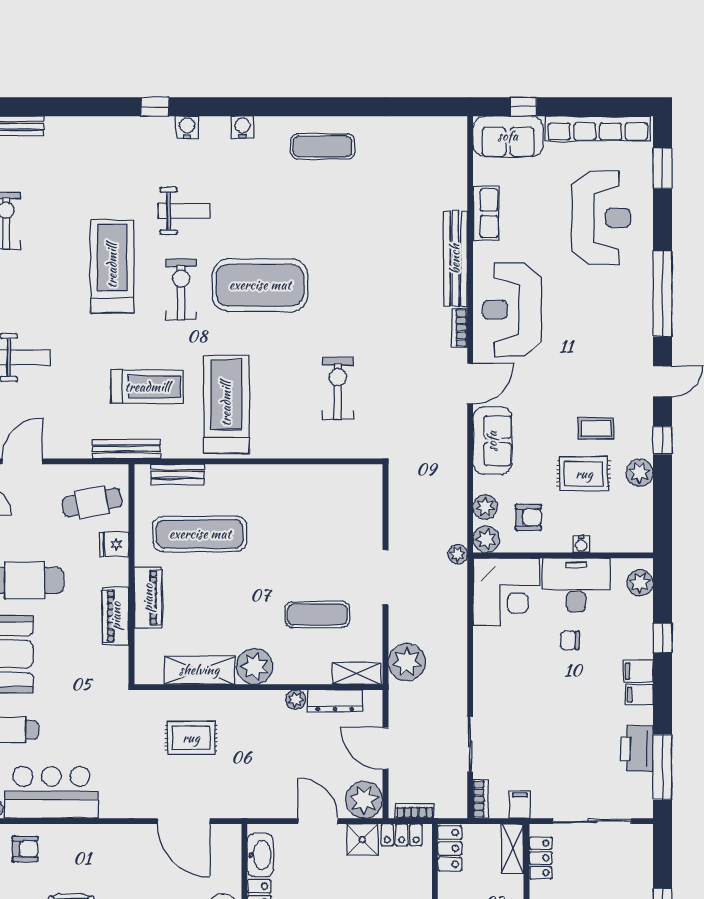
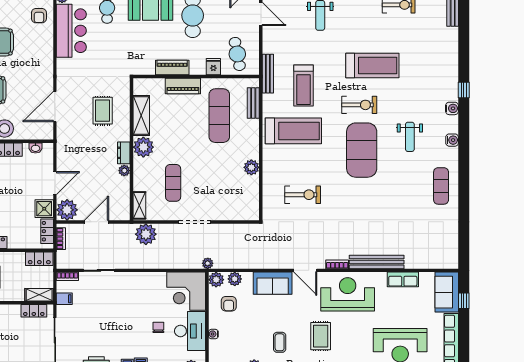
weight bench: (184, 211) -> (410, 137), moved
rug: (584, 474) -> (321, 336), moved
plant: (290, 478) -> (251, 167), added
dresser: (335, 701) -> (124, 153), moved, width x0.70
washbasin: (260, 855) -> (35, 148), width x0.52, depth x0.69

